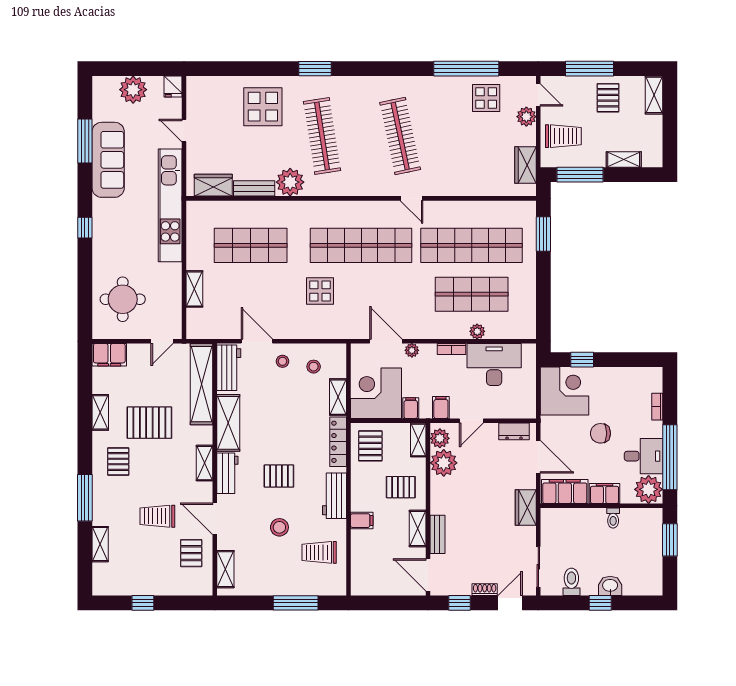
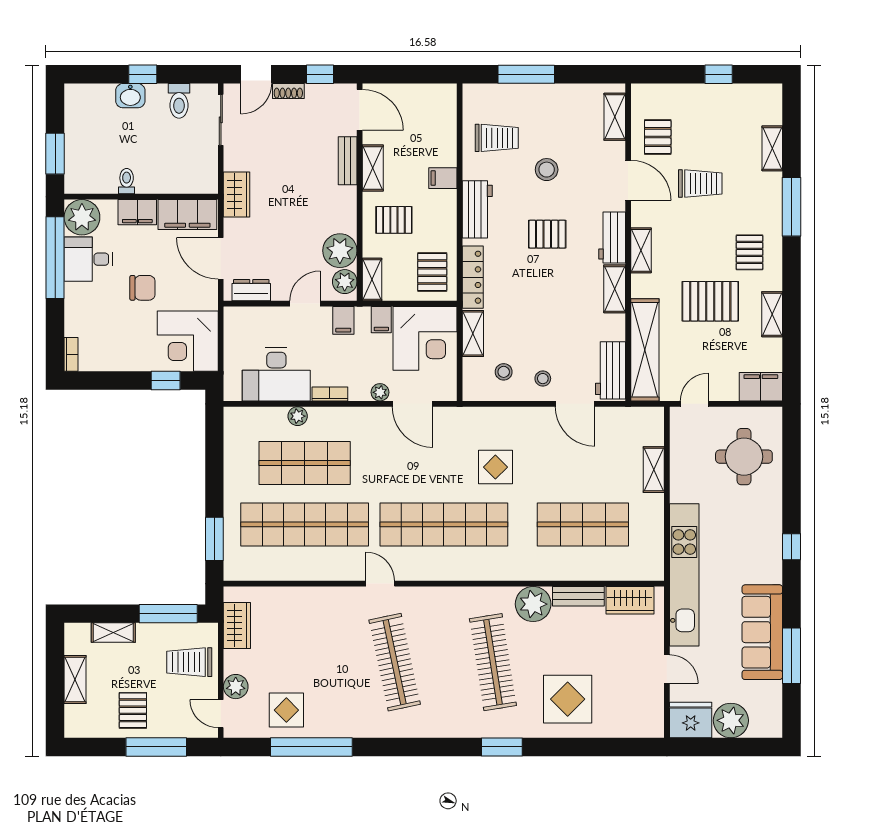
fridge: (173, 86) -> (691, 720), width x1.88, depth x1.34
shelving: (654, 95) -> (75, 680), moved
bookcase: (657, 407) -> (71, 354), moved
shelving: (228, 423) -> (615, 289), width x0.67, depth x0.75

